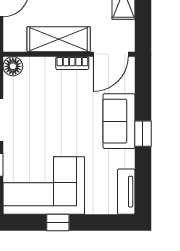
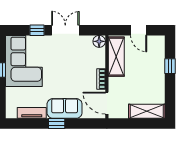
shelving: (59, 39) -> (116, 57), moved
tv unit: (126, 192) -> (32, 113), moved

